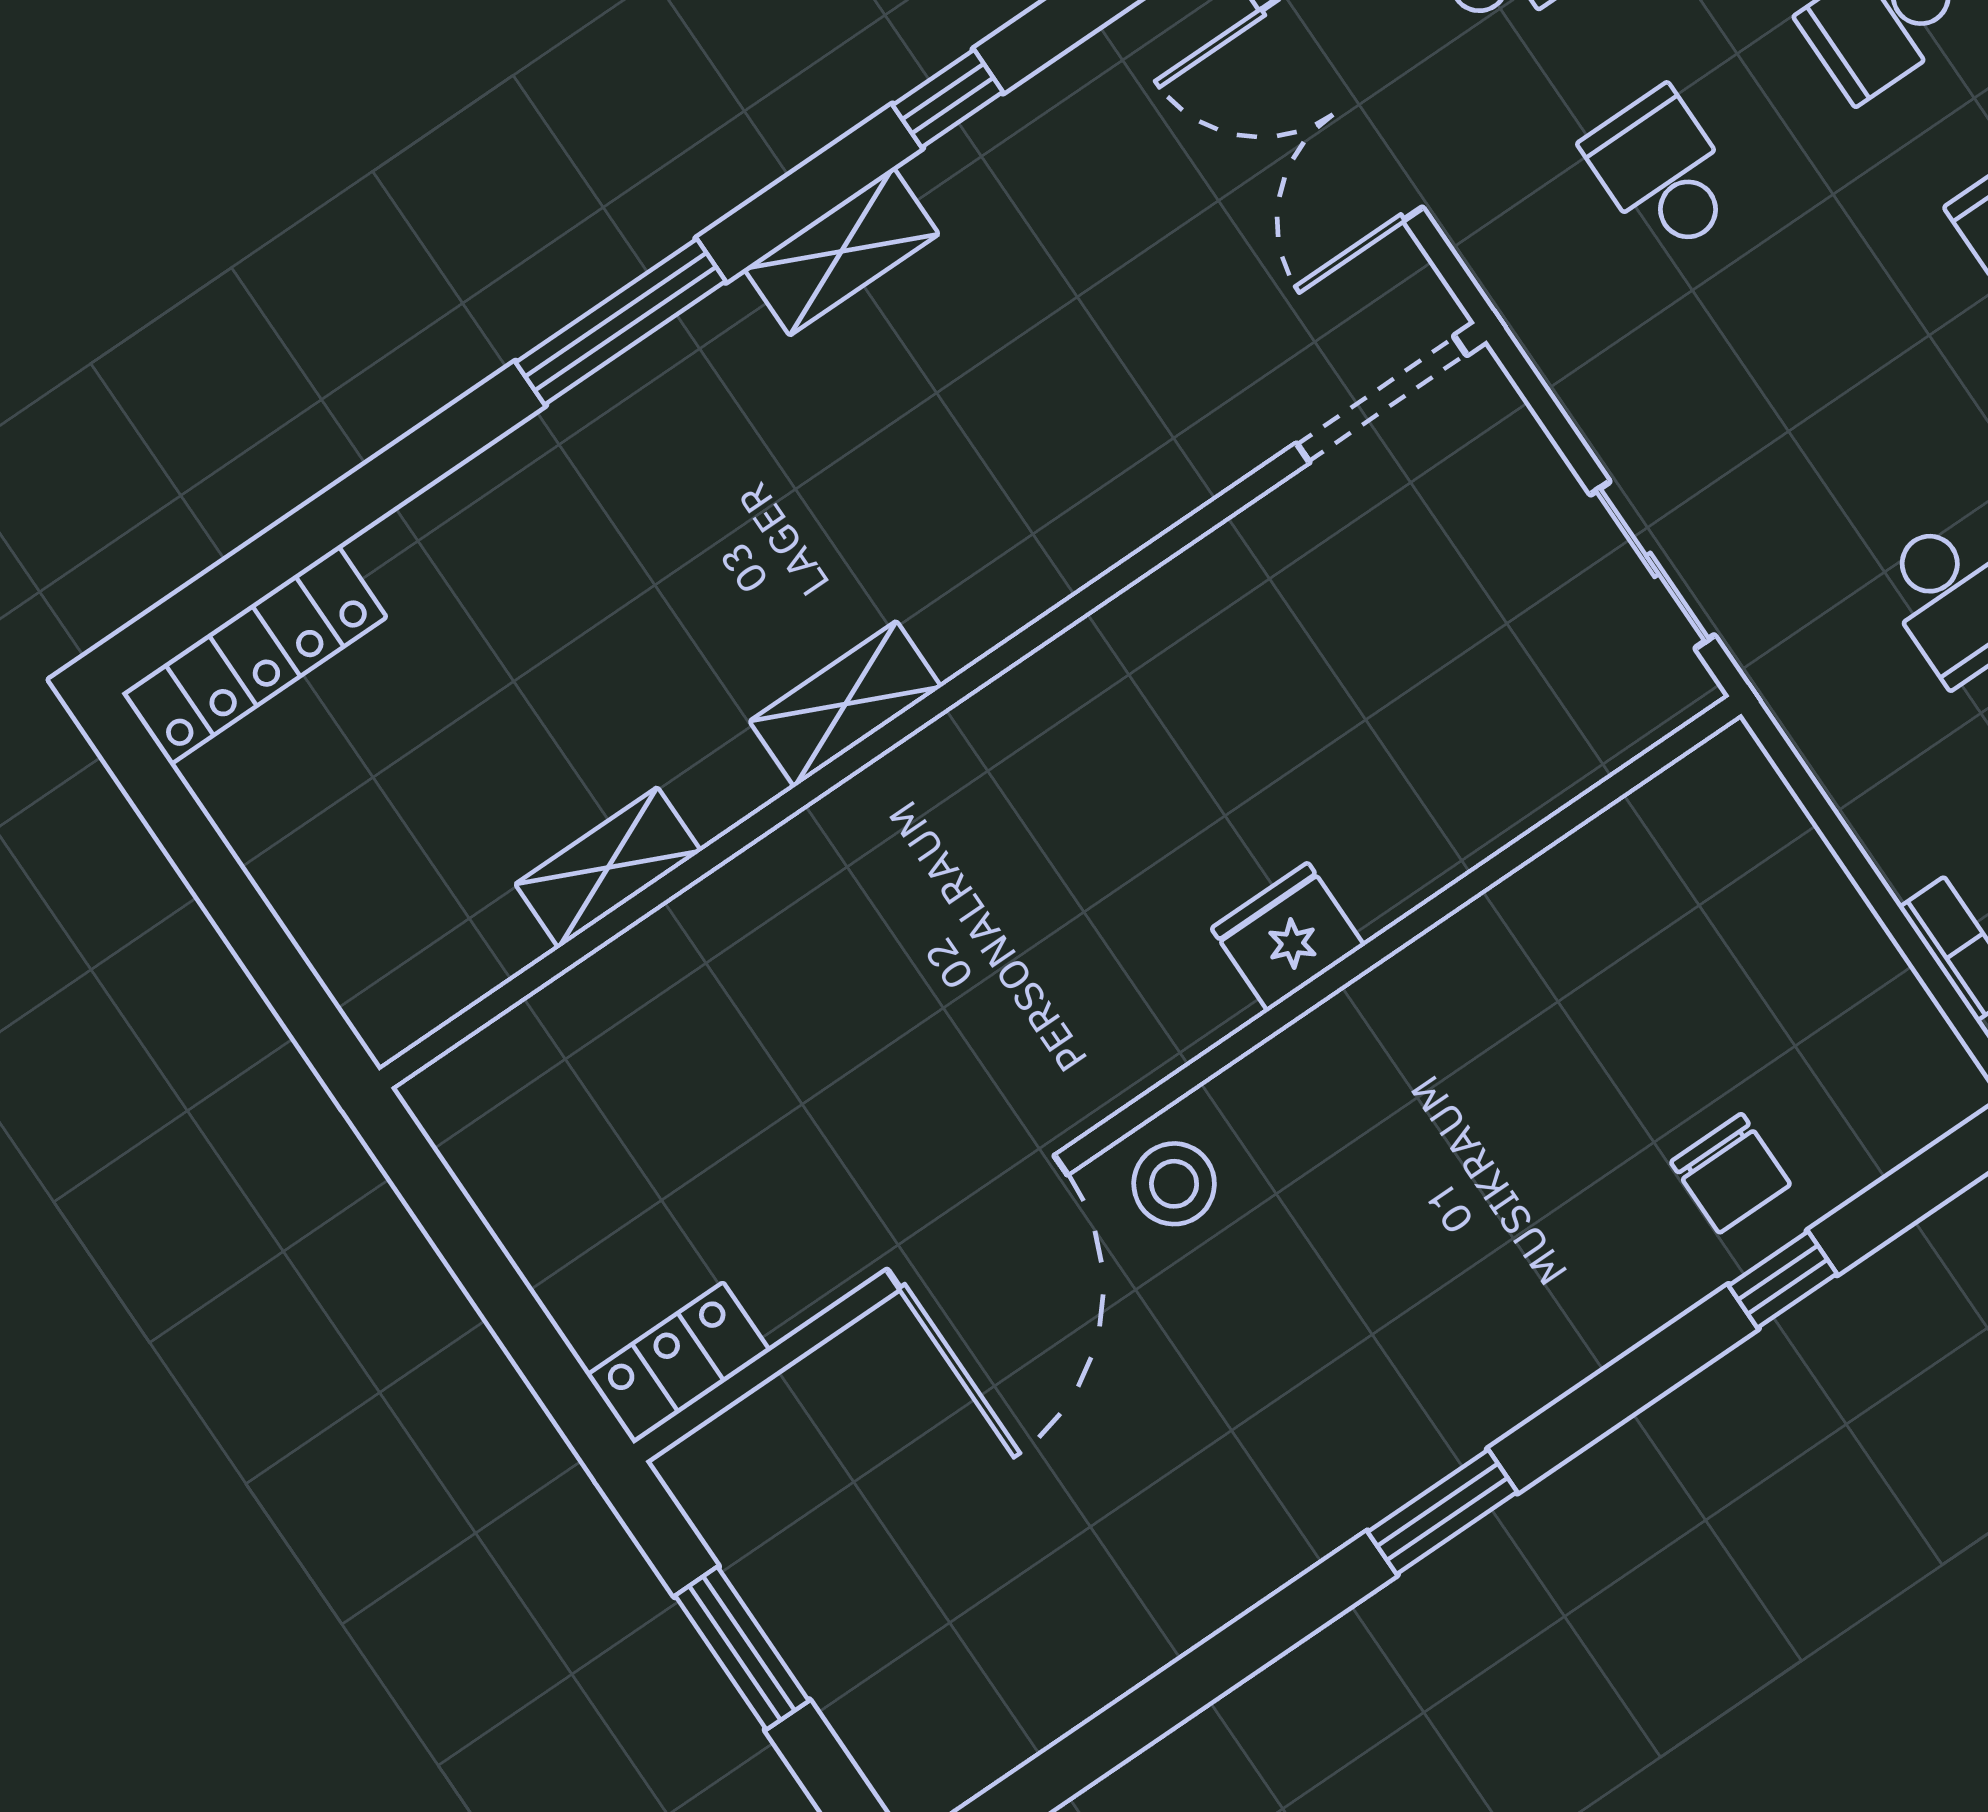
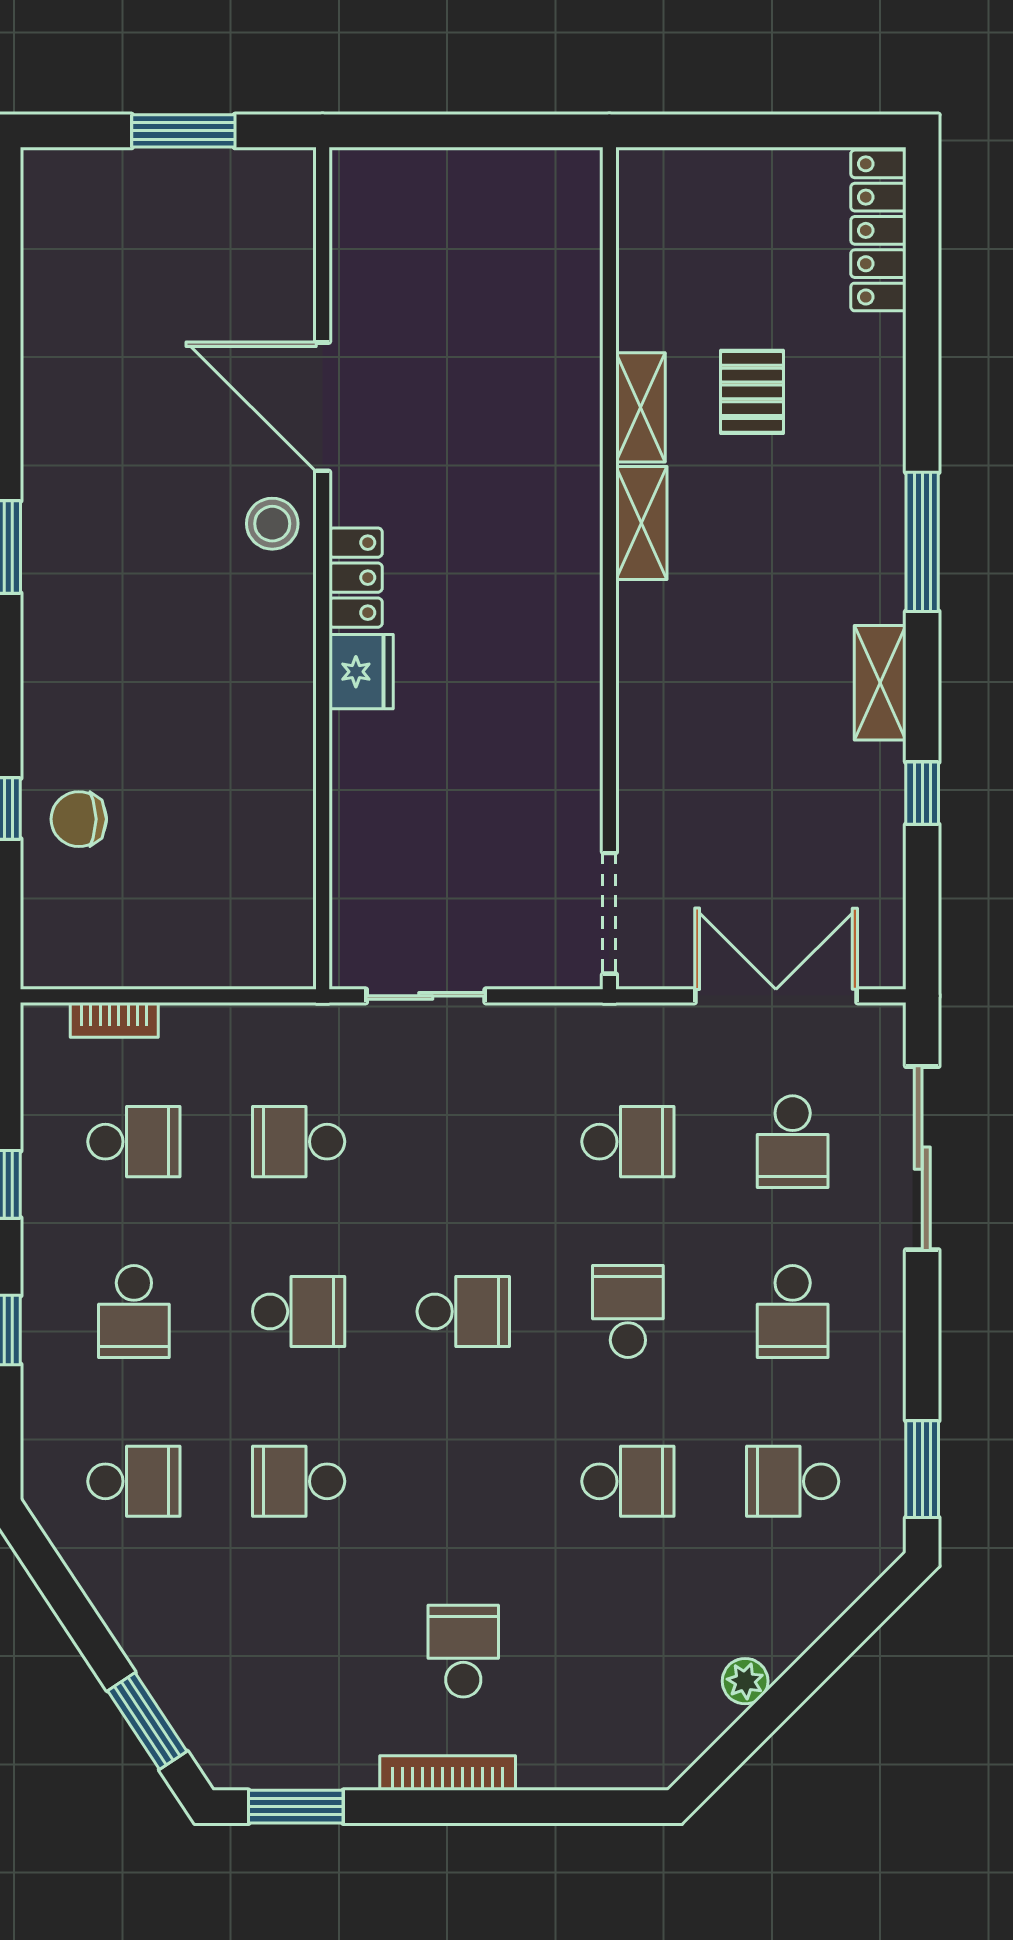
pallet: (577, 676) -> (752, 392), added
shelving: (608, 868) -> (641, 407), moved
locker: (678, 1363) -> (356, 578), moved

